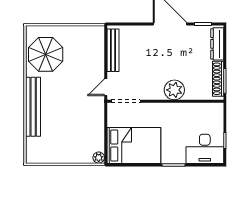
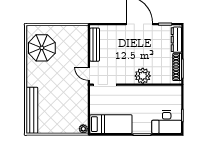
door: (106, 87) -> (89, 74), hinge flipped
bench: (33, 107) -> (32, 110), moved
bed: (134, 146) -> (111, 124), width x0.67

